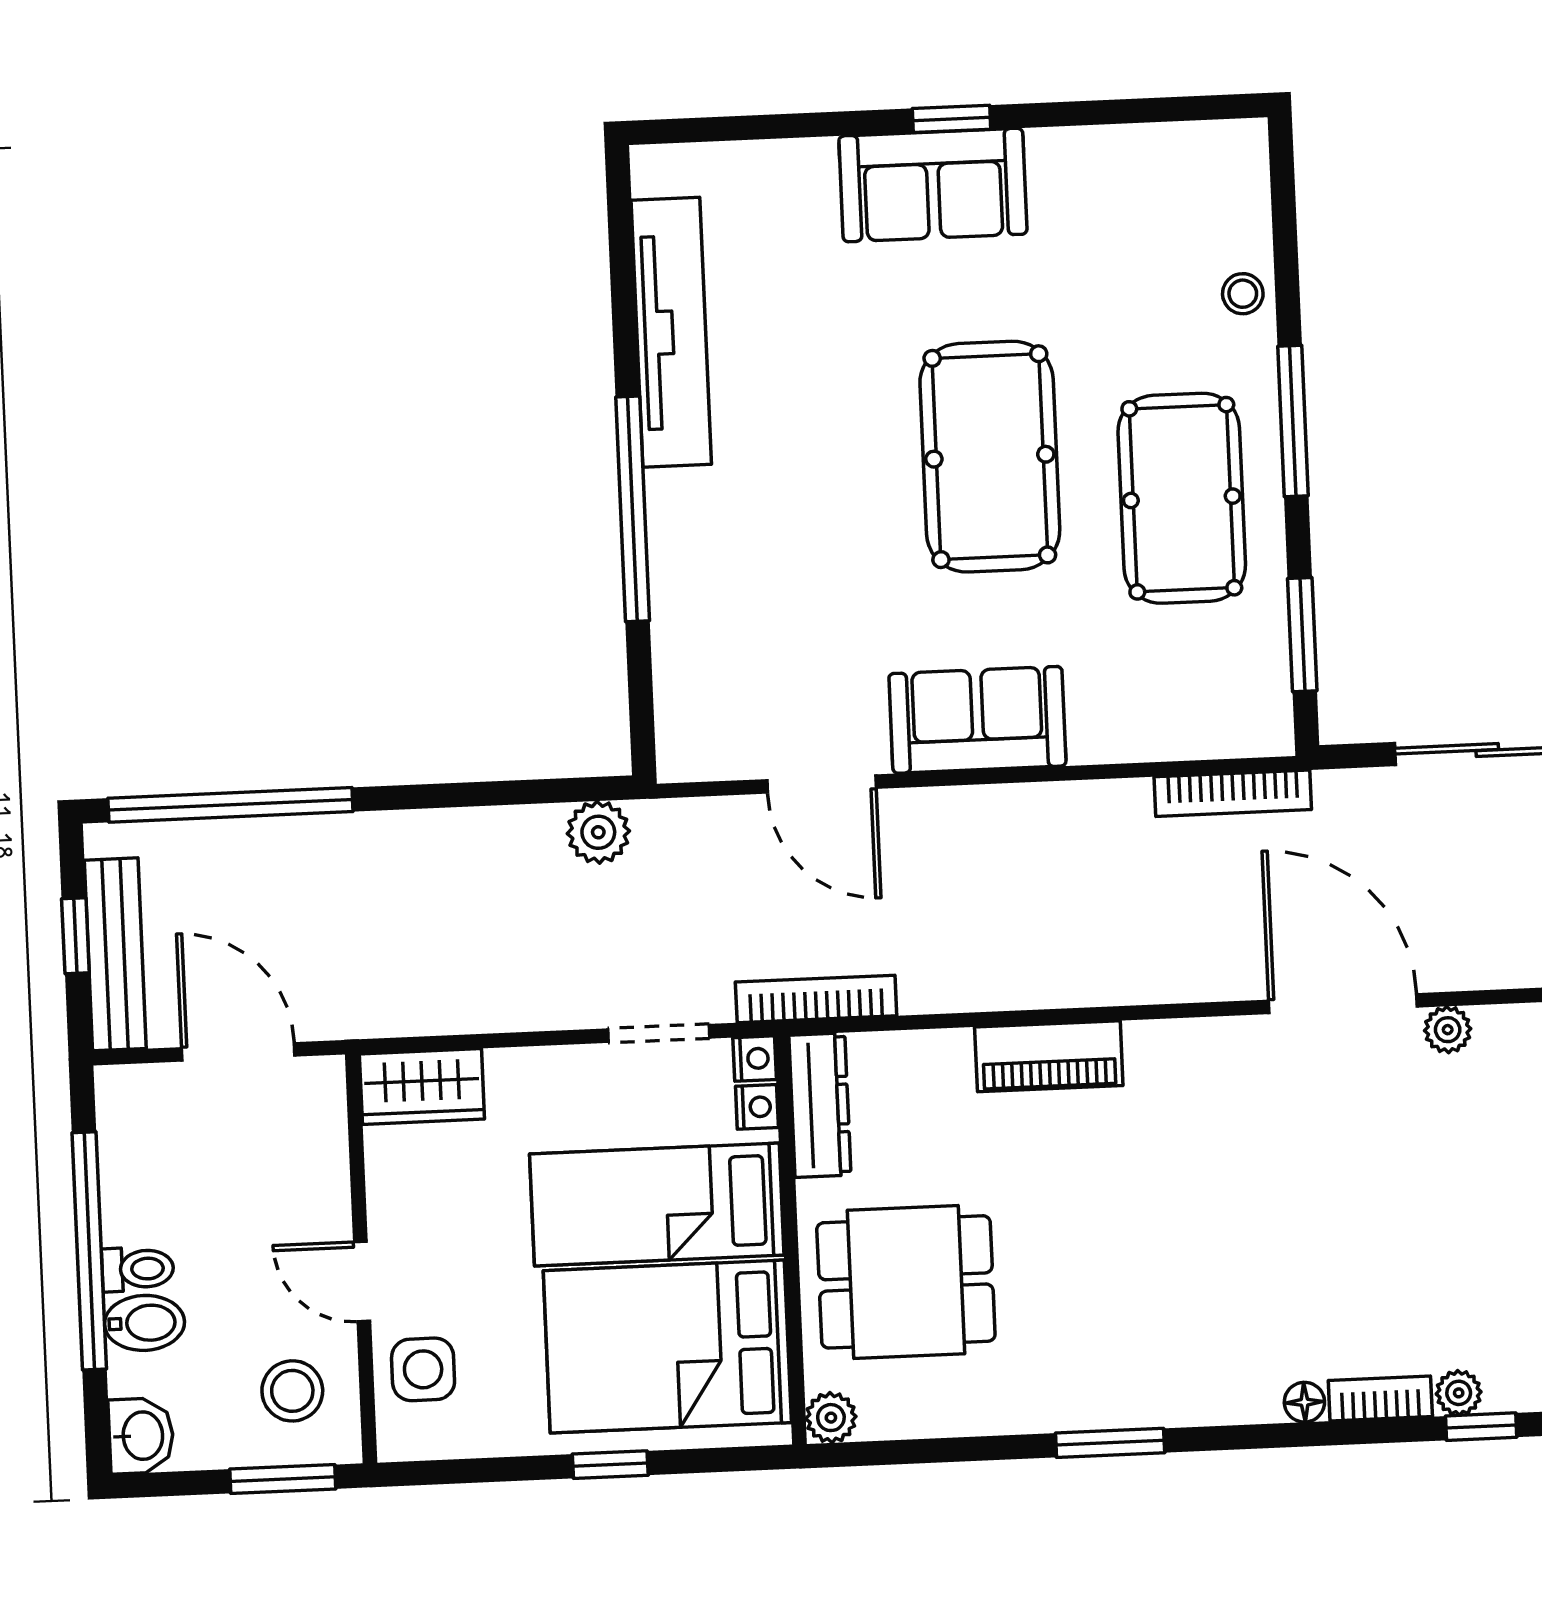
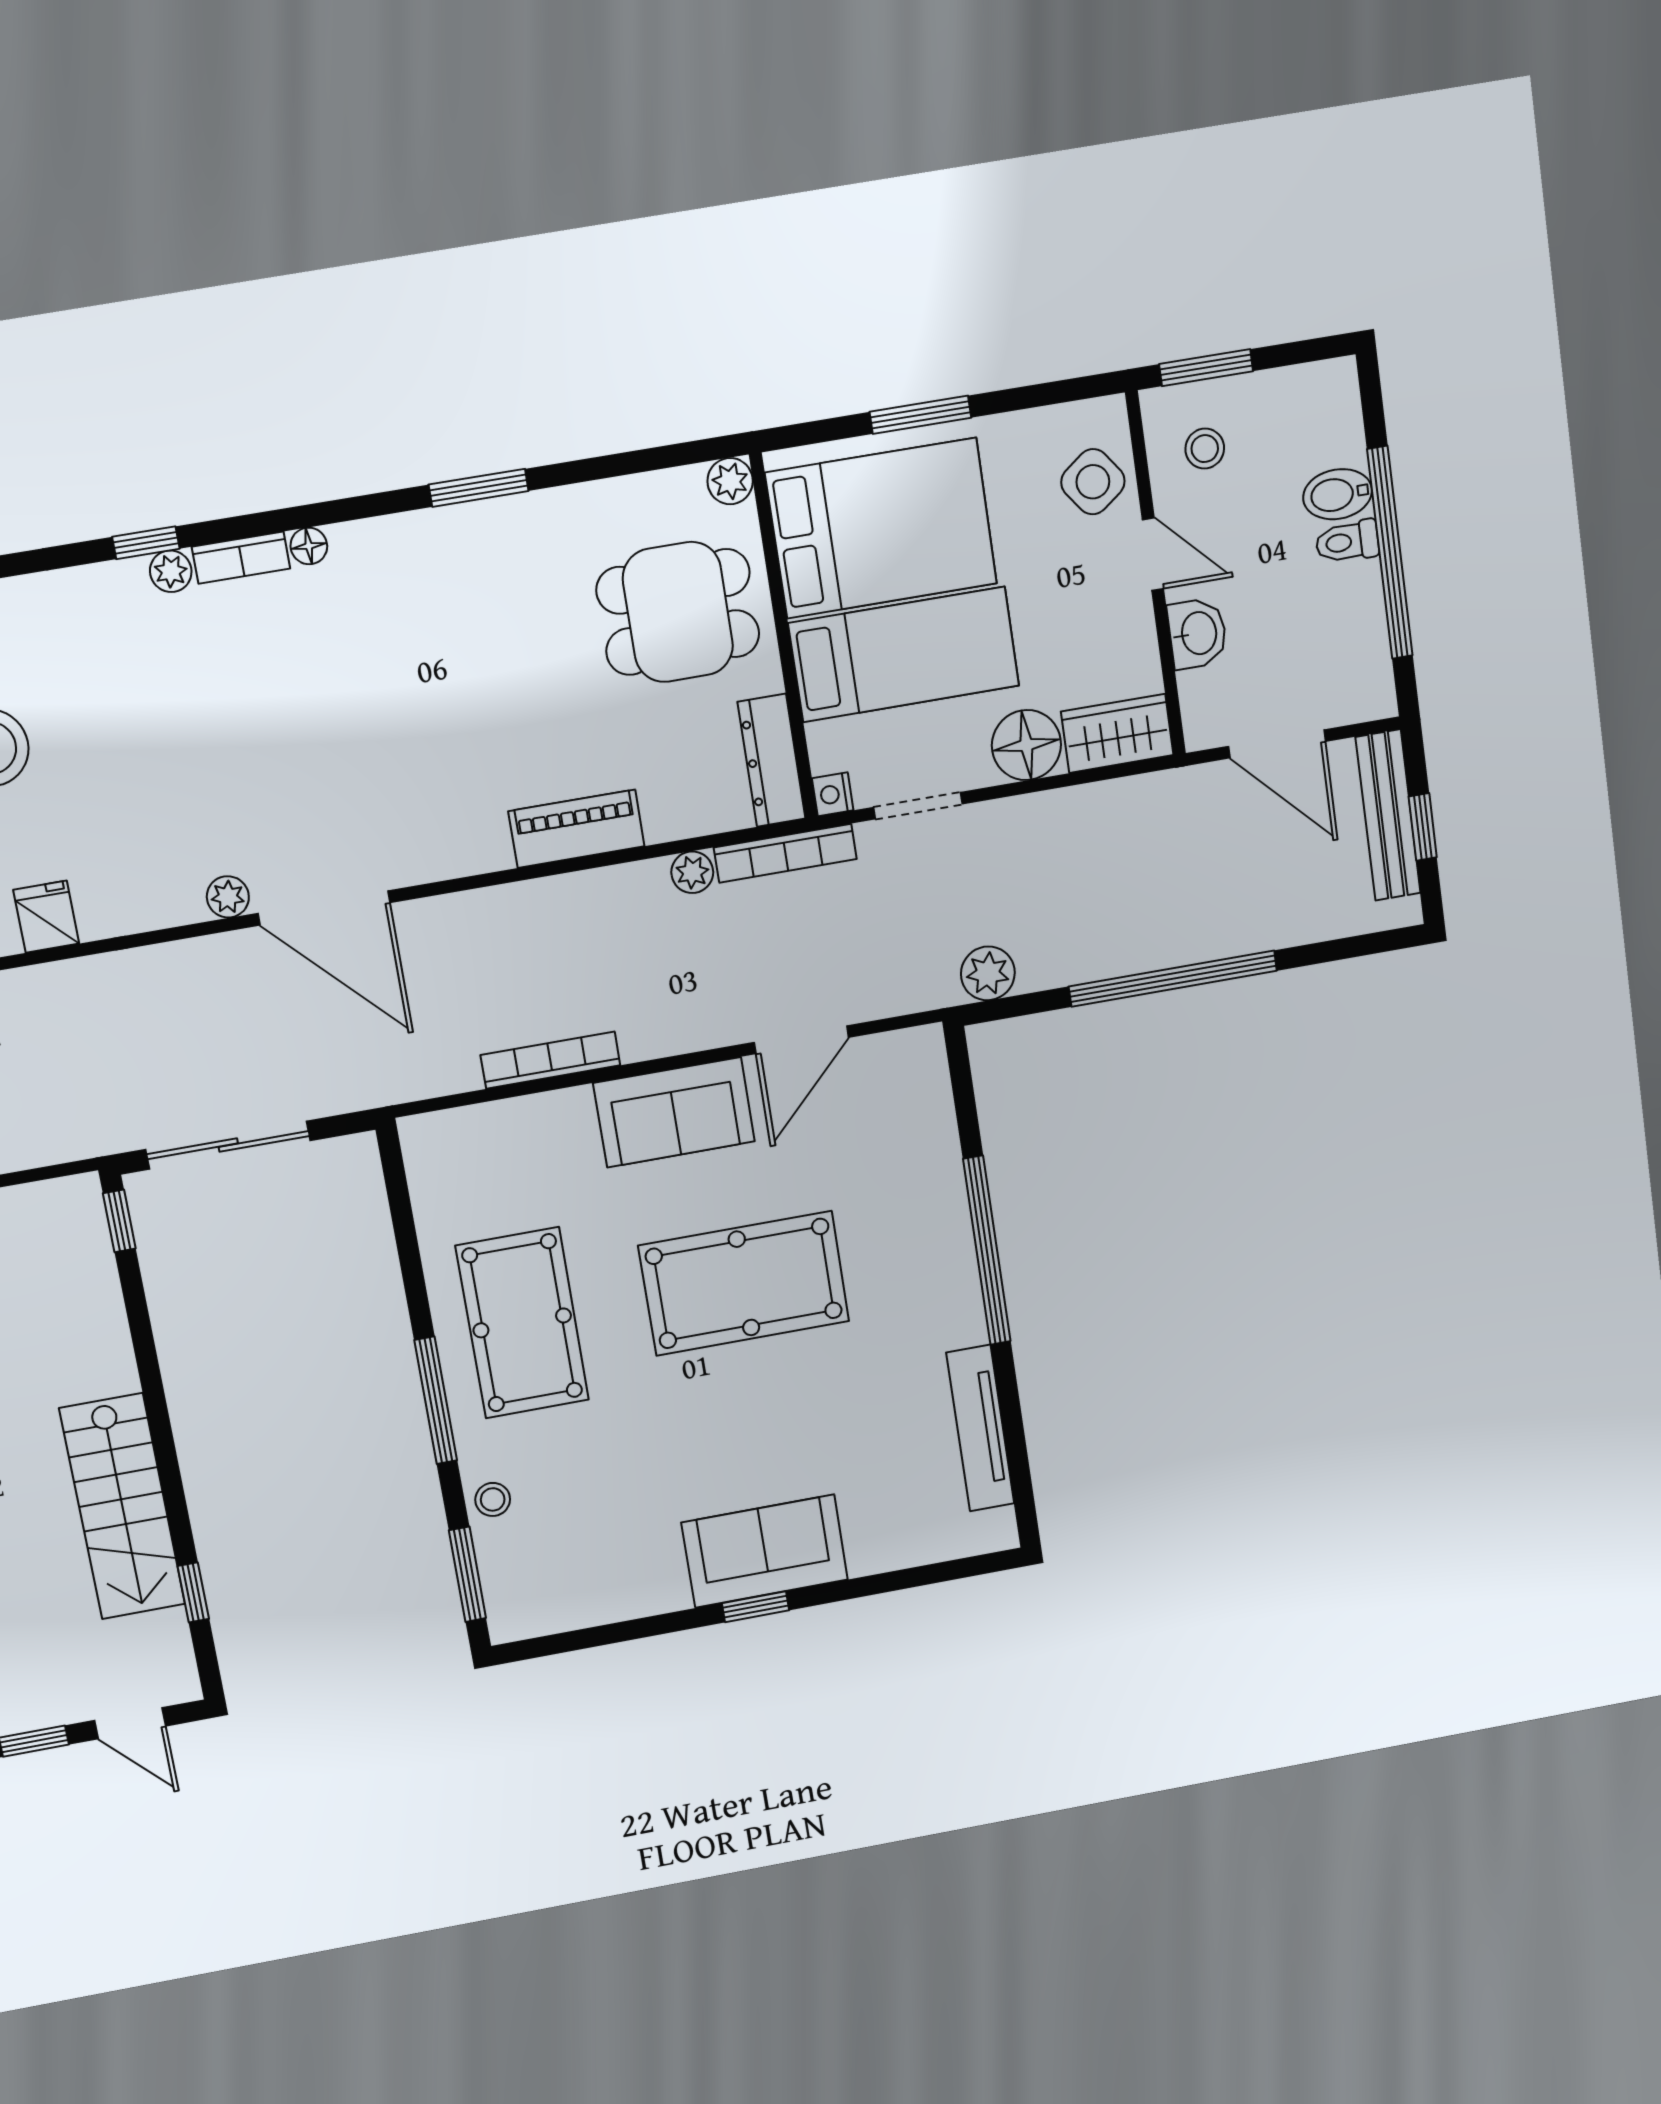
tv unit: (671, 332) -> (980, 1428), width x0.73, depth x0.78
pool table: (990, 457) -> (744, 1283), moved, turned 90
window: (1302, 635) -> (467, 1574), moved
door: (822, 784) -> (801, 1040), swing flipped
bookcase: (1233, 793) -> (550, 1060), moved
window: (230, 805) -> (1173, 979), moved
plant: (924, 991) -> (692, 872), added
floor lamp: (528, 1086) -> (1026, 745), added
nightstand: (757, 1107) -> (826, 752), removed
side table: (423, 1369) -> (1093, 482), turned -37
stool: (292, 1391) -> (1205, 449), width x0.73, depth x0.73
washbasin: (141, 1436) -> (1197, 633), moved, turned 180
window: (610, 1465) -> (920, 415), width x1.50

